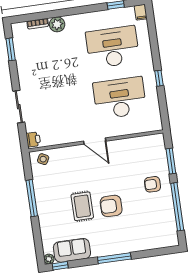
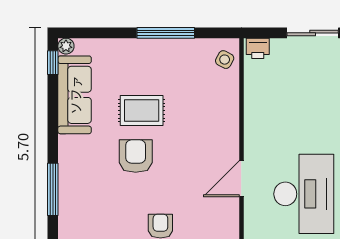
door: (95, 141) -> (241, 179), moved
sofa: (72, 250) -> (75, 95), width x1.36
window: (114, 258) -> (53, 189), moved

